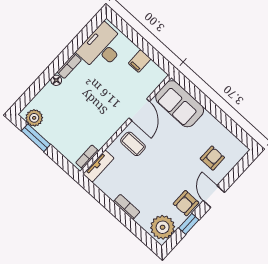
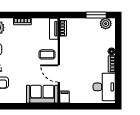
filing cabinet: (140, 61) -> (65, 97), moved

